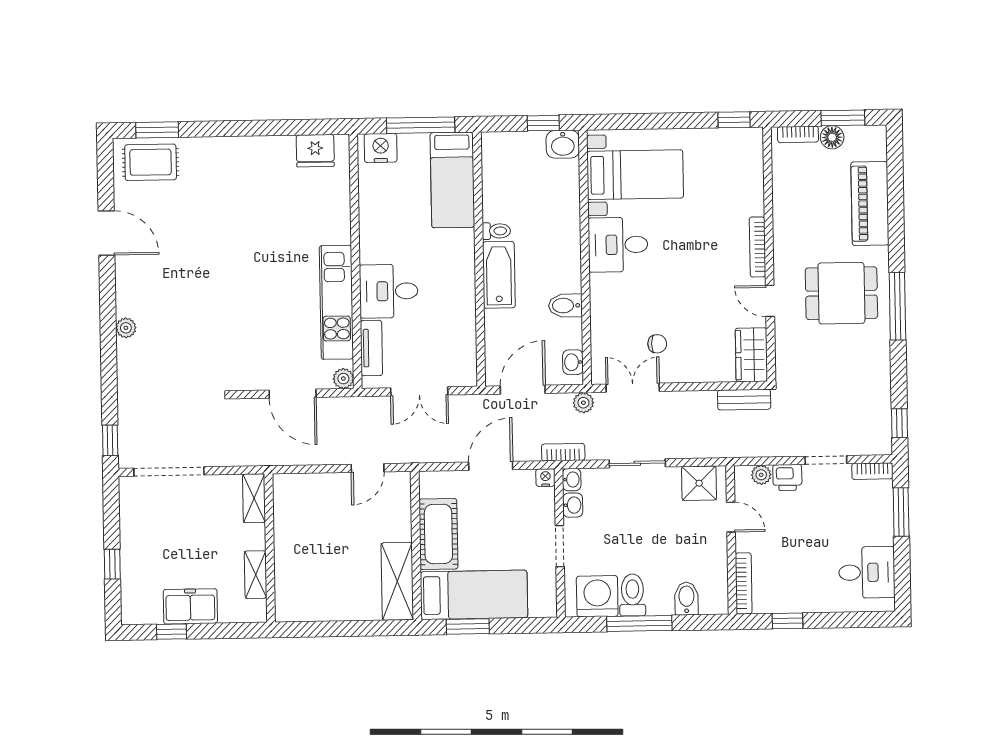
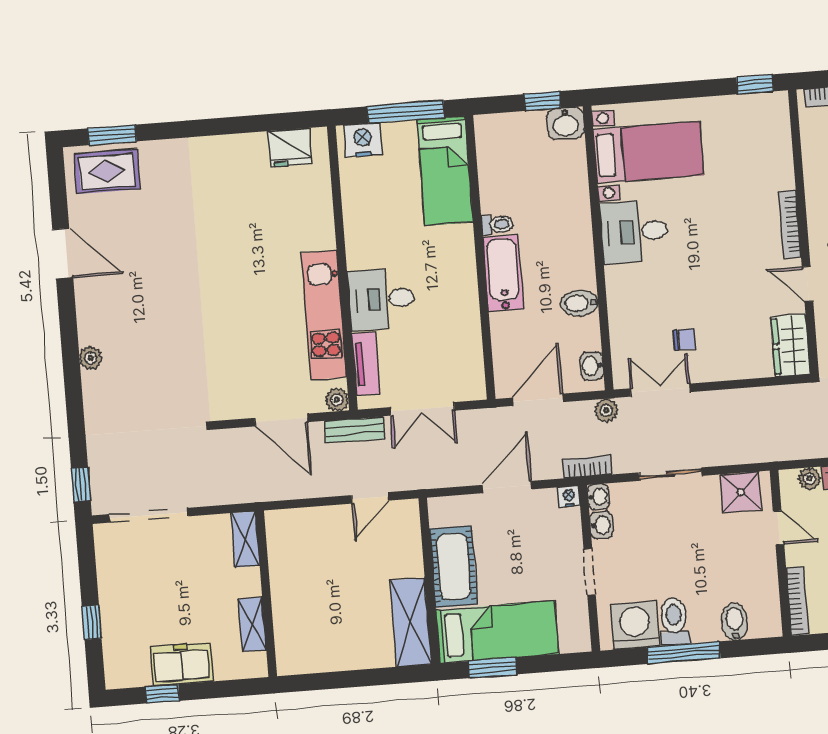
bench: (744, 400) -> (355, 430), moved

